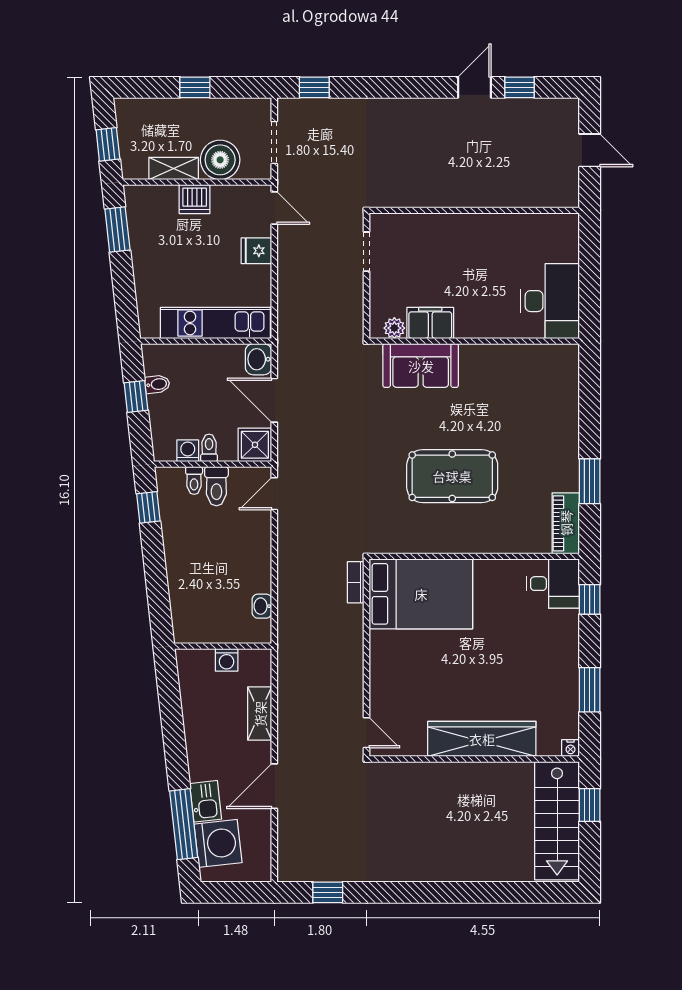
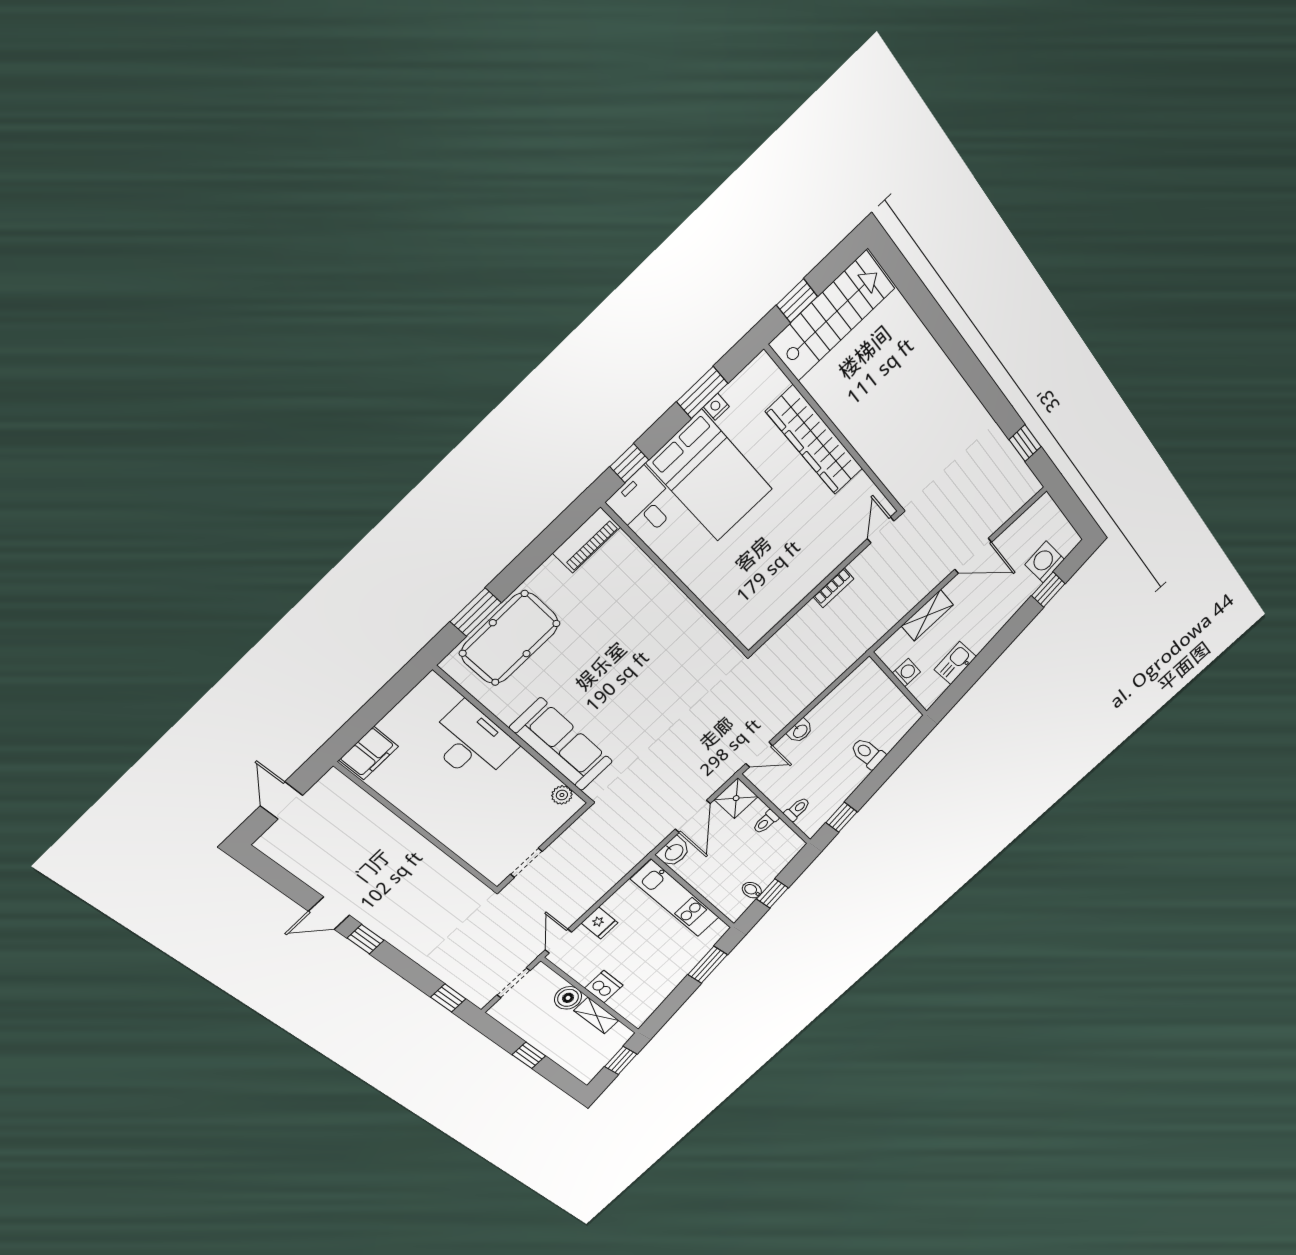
window: (519, 87) -> (365, 939), moved
boiler: (220, 160) -> (568, 998), width x0.73, depth x0.73
window: (117, 230) -> (708, 965), moved
desk: (550, 301) -> (471, 743), moved, turned 90
filing cabinet: (430, 323) -> (369, 753), moved, turned -90
sofa: (421, 366) -> (561, 745), width x1.36
washing machine: (188, 451) -> (780, 832), removed
pool table: (452, 476) -> (510, 638), moved, turned 90
window: (590, 481) -> (476, 612), moved
toilet: (216, 486) -> (868, 753), moved, turned -96
bookcase: (356, 582) -> (833, 588), moved
bed: (421, 594) -> (710, 476), moved, turned 180
washbasin: (262, 606) -> (800, 731), moved
nightstand: (571, 748) -> (716, 407), moved, turned -90
kitchen sink: (206, 801) -> (955, 663), moved
window: (184, 824) -> (1048, 590), width x0.46
washing machine: (218, 843) -> (1045, 562), width x0.73, depth x0.73

